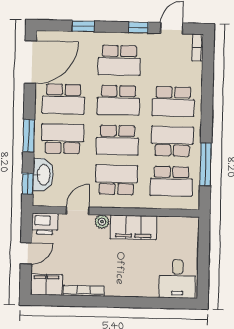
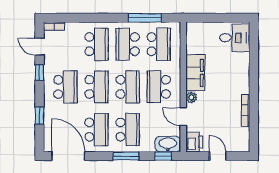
school desk: (63, 139) -> (128, 130), turned 180
washbasin: (43, 175) -> (168, 144), moved
filing cabinet: (46, 285) -> (242, 140), removed

